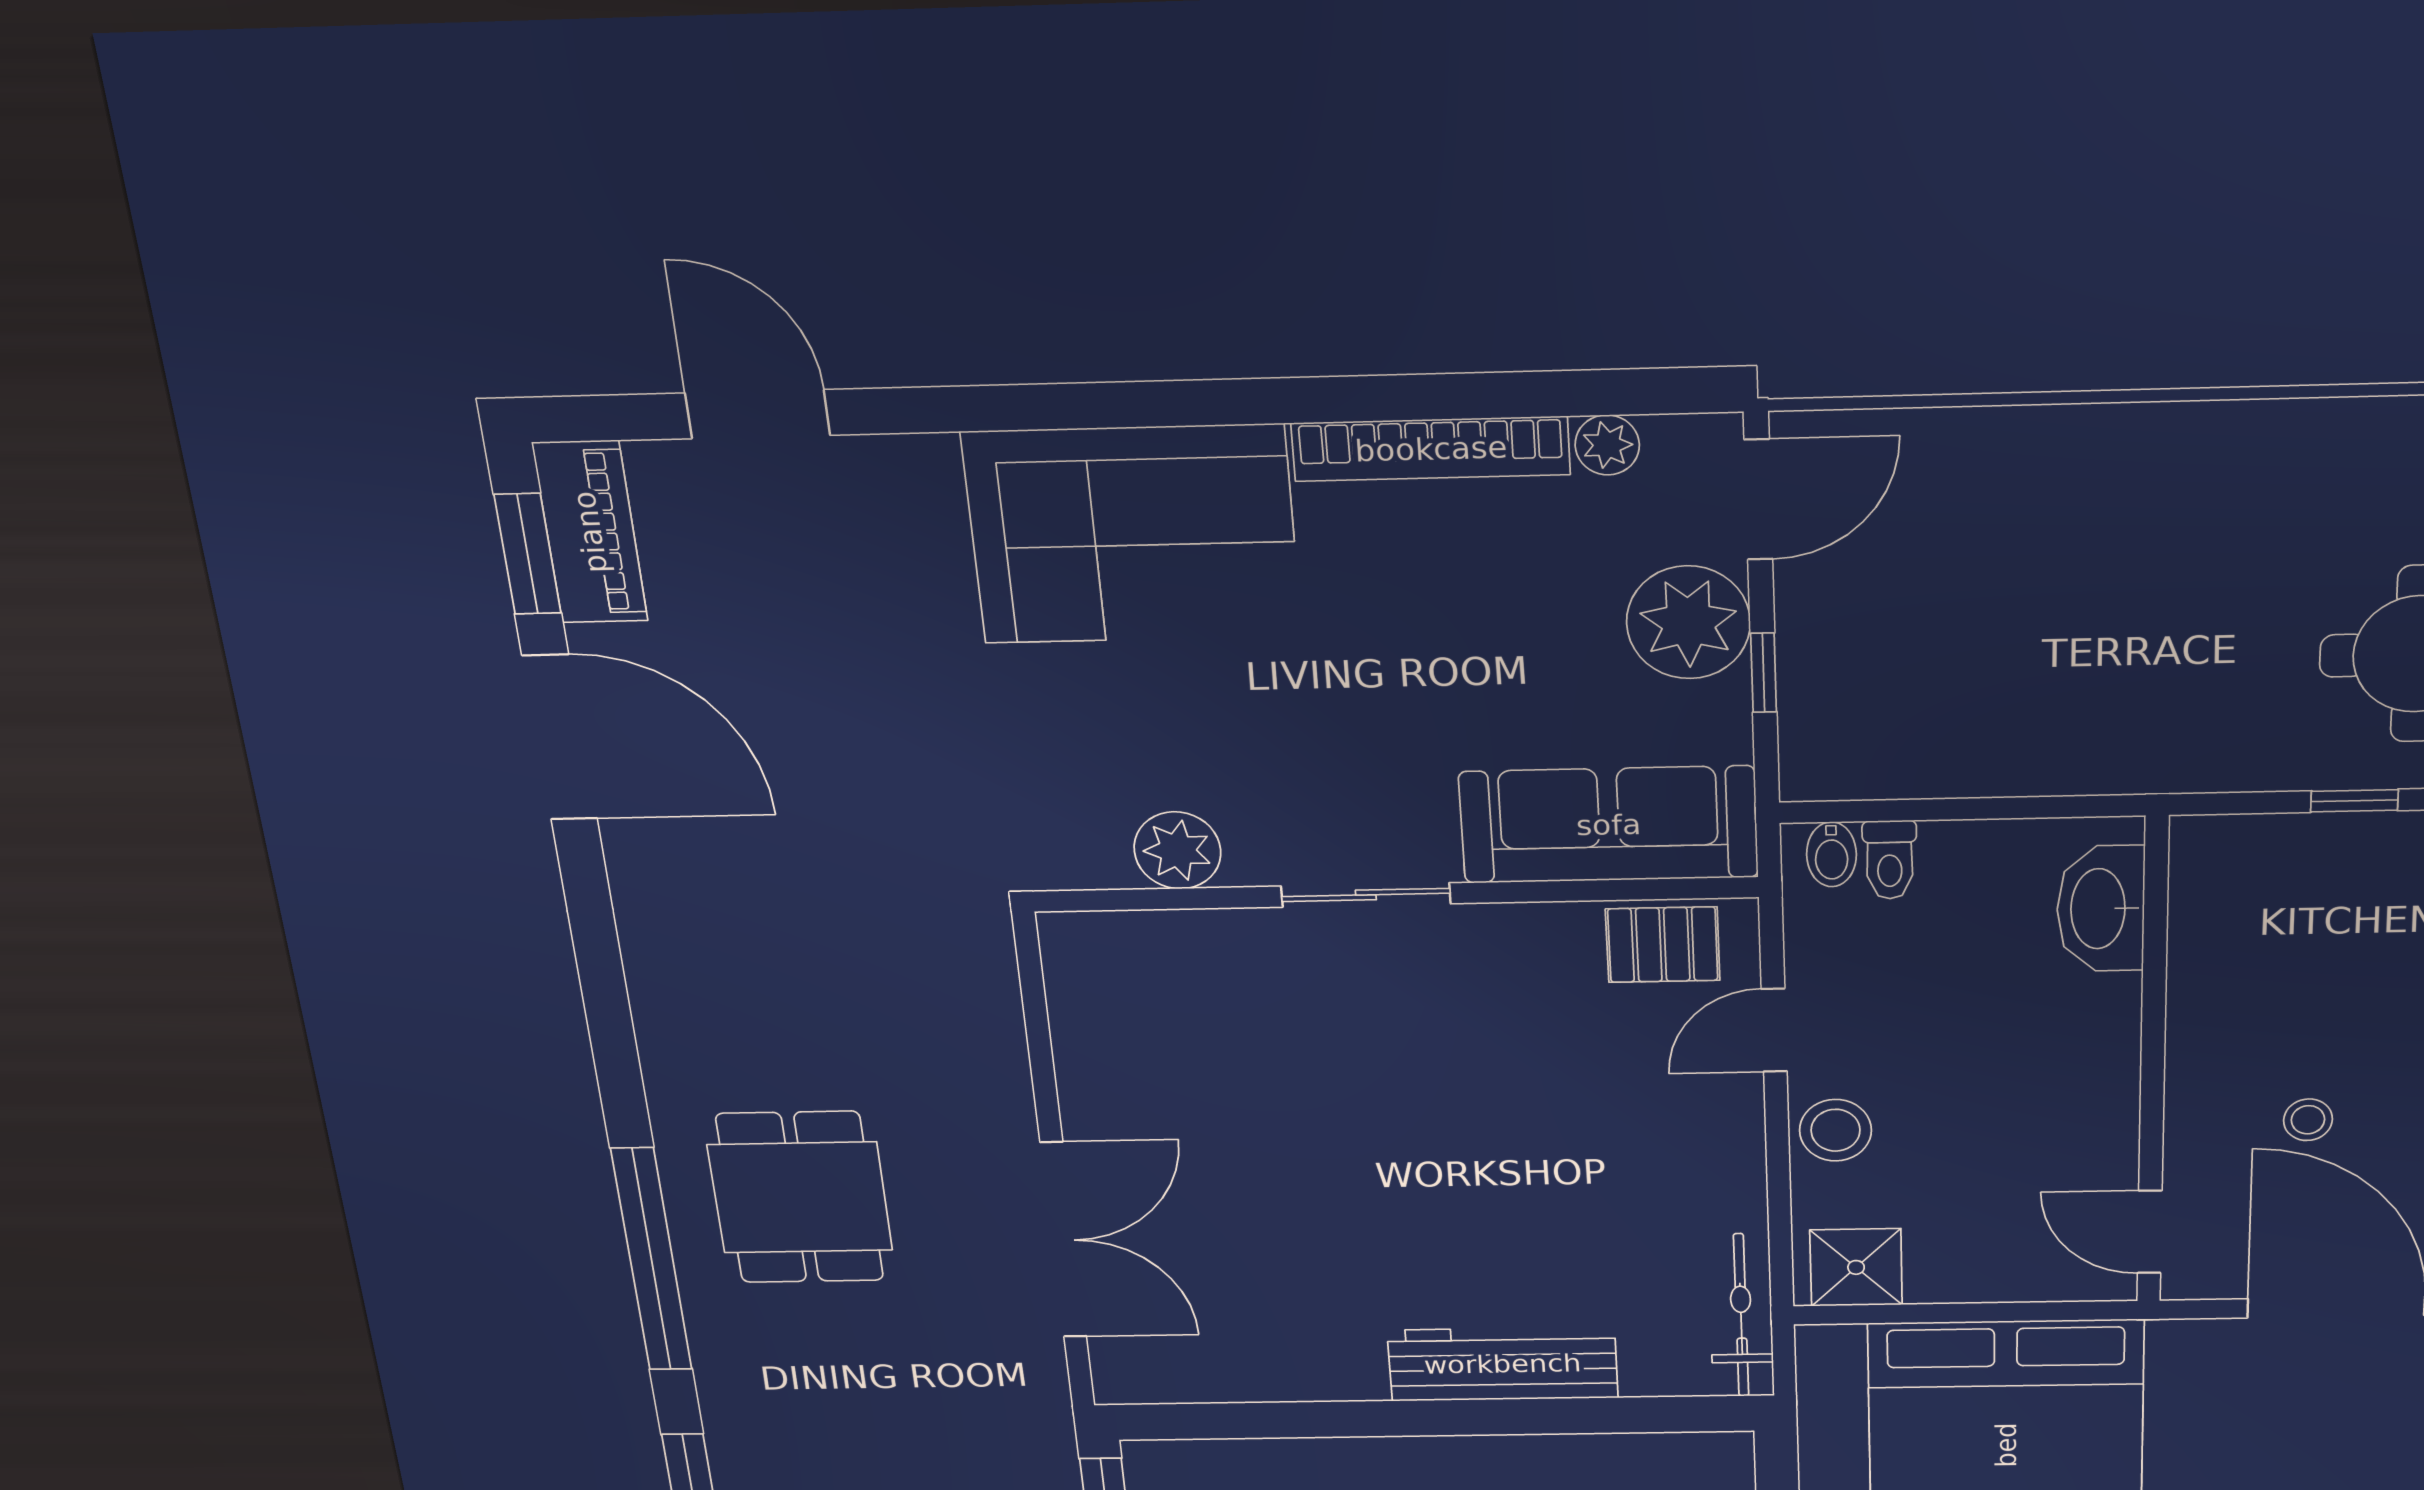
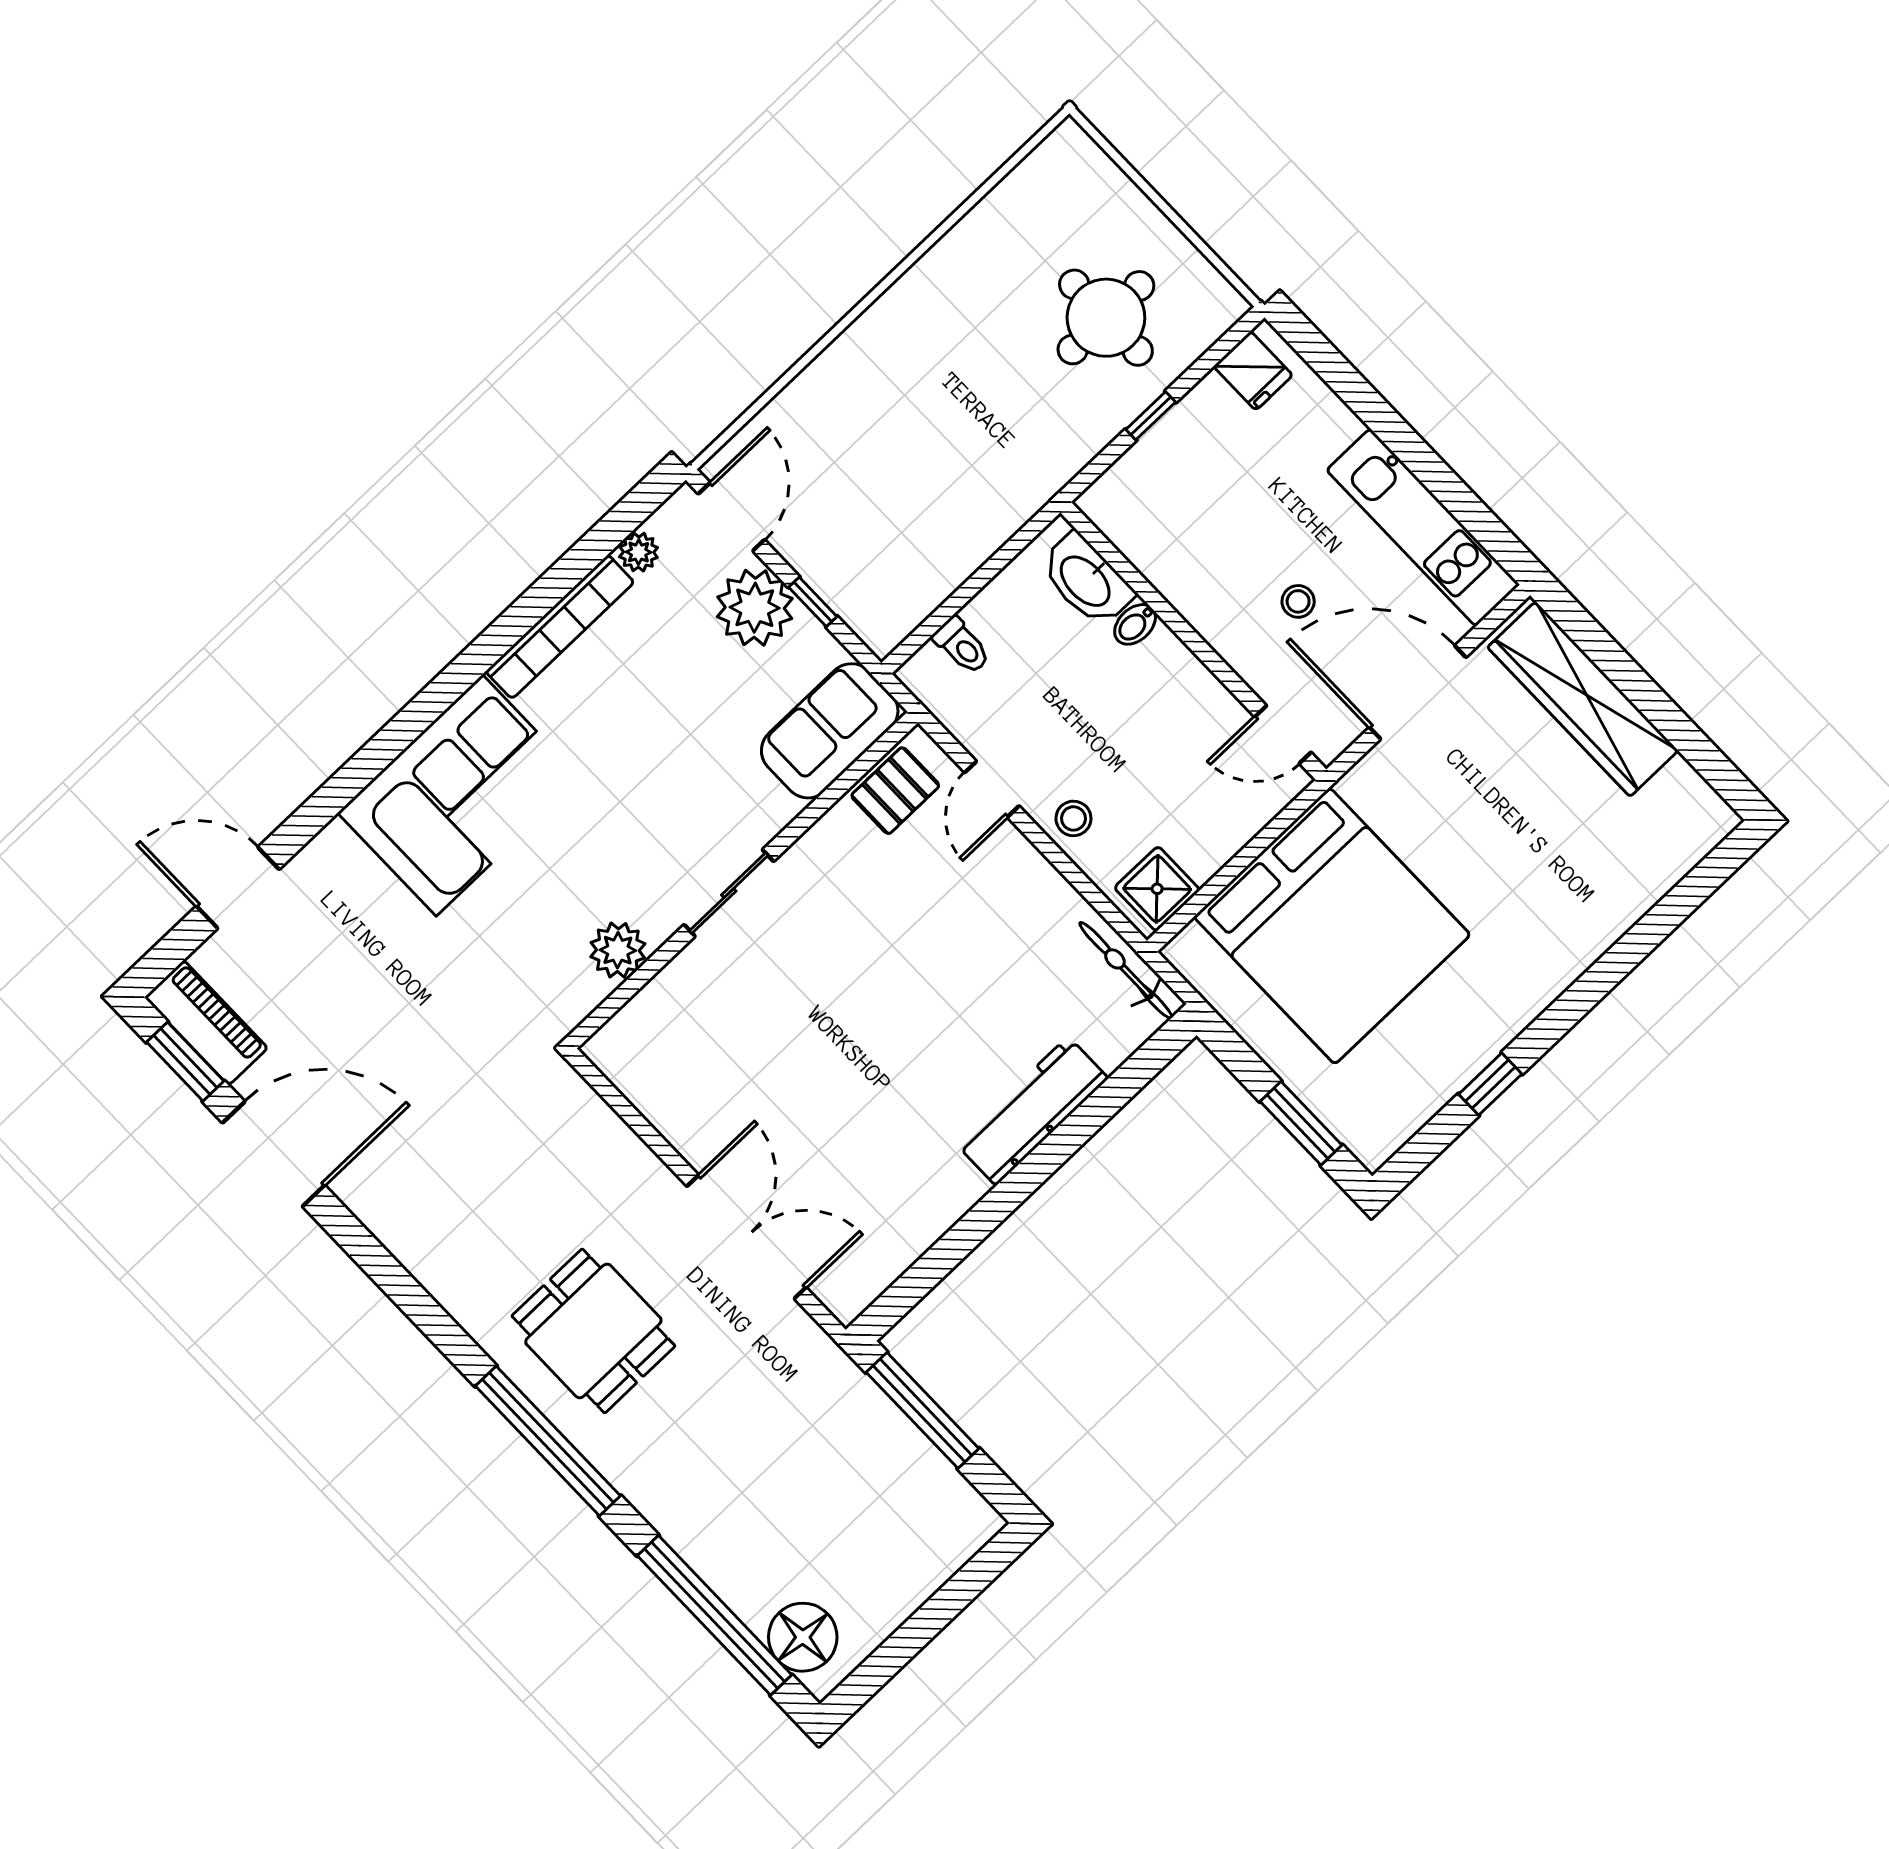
sofa: (1609, 825) -> (830, 731), width x0.73
bidet: (1832, 854) -> (1135, 624), moved, turned 90
stool: (1836, 1130) -> (1073, 818), width x0.73, depth x0.73

